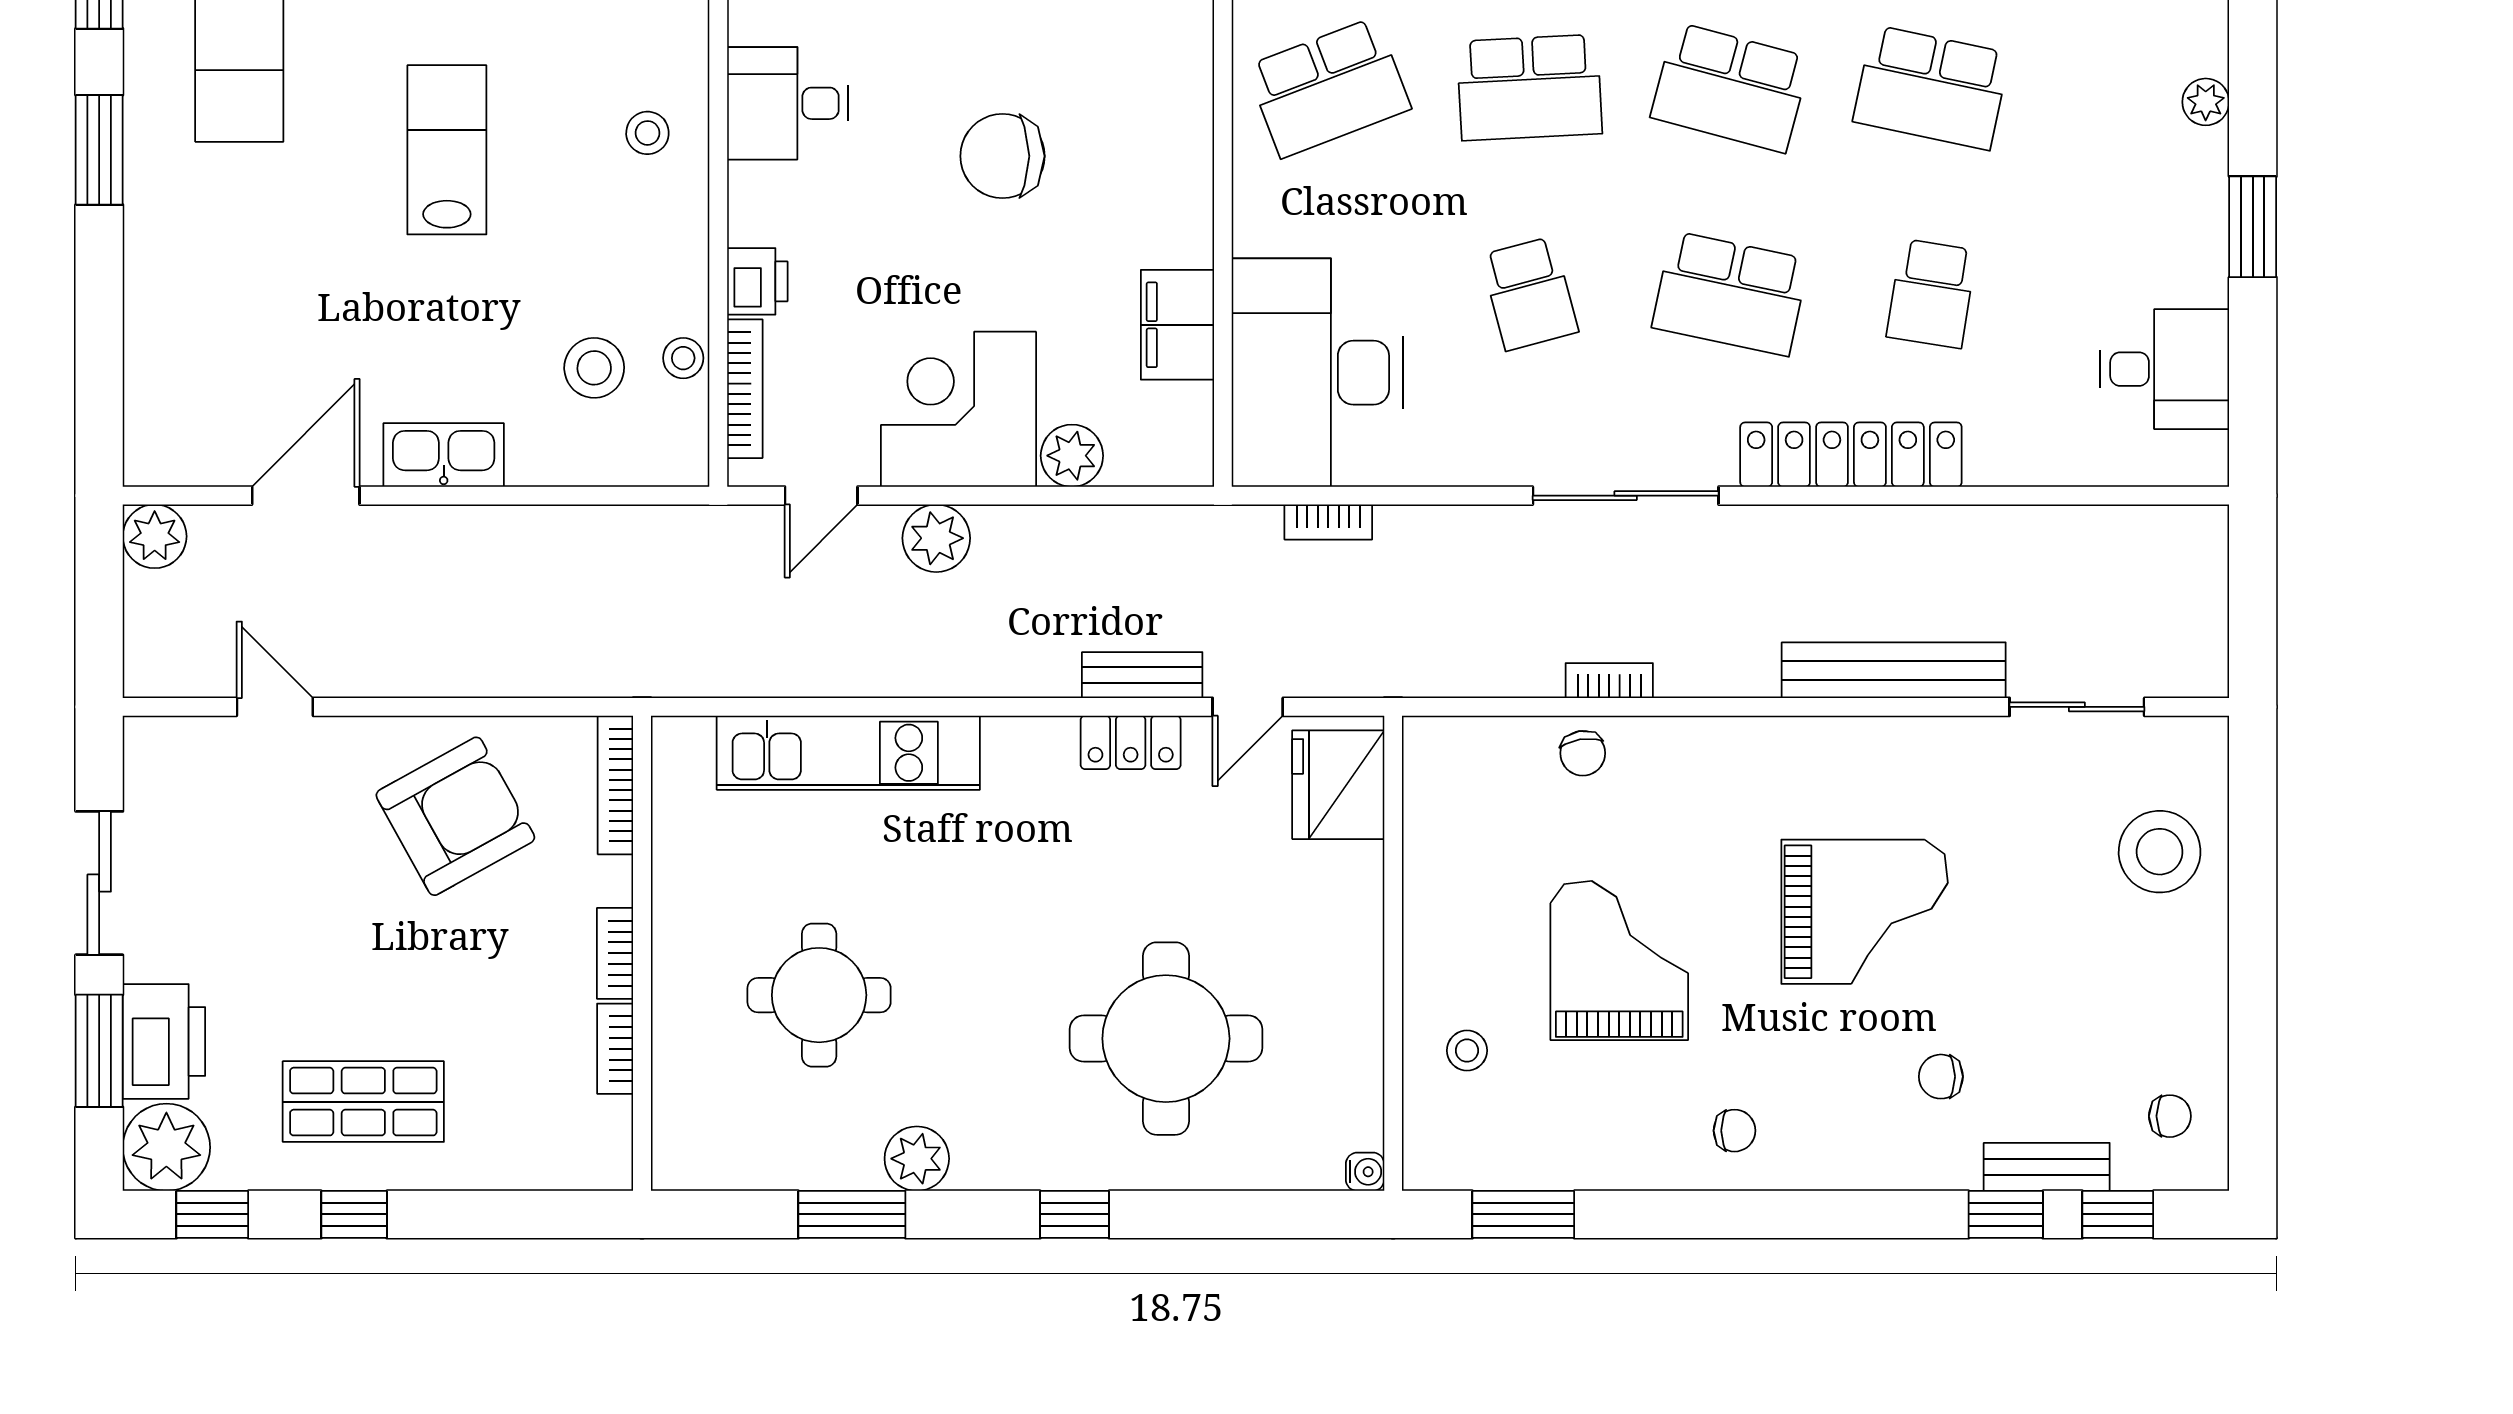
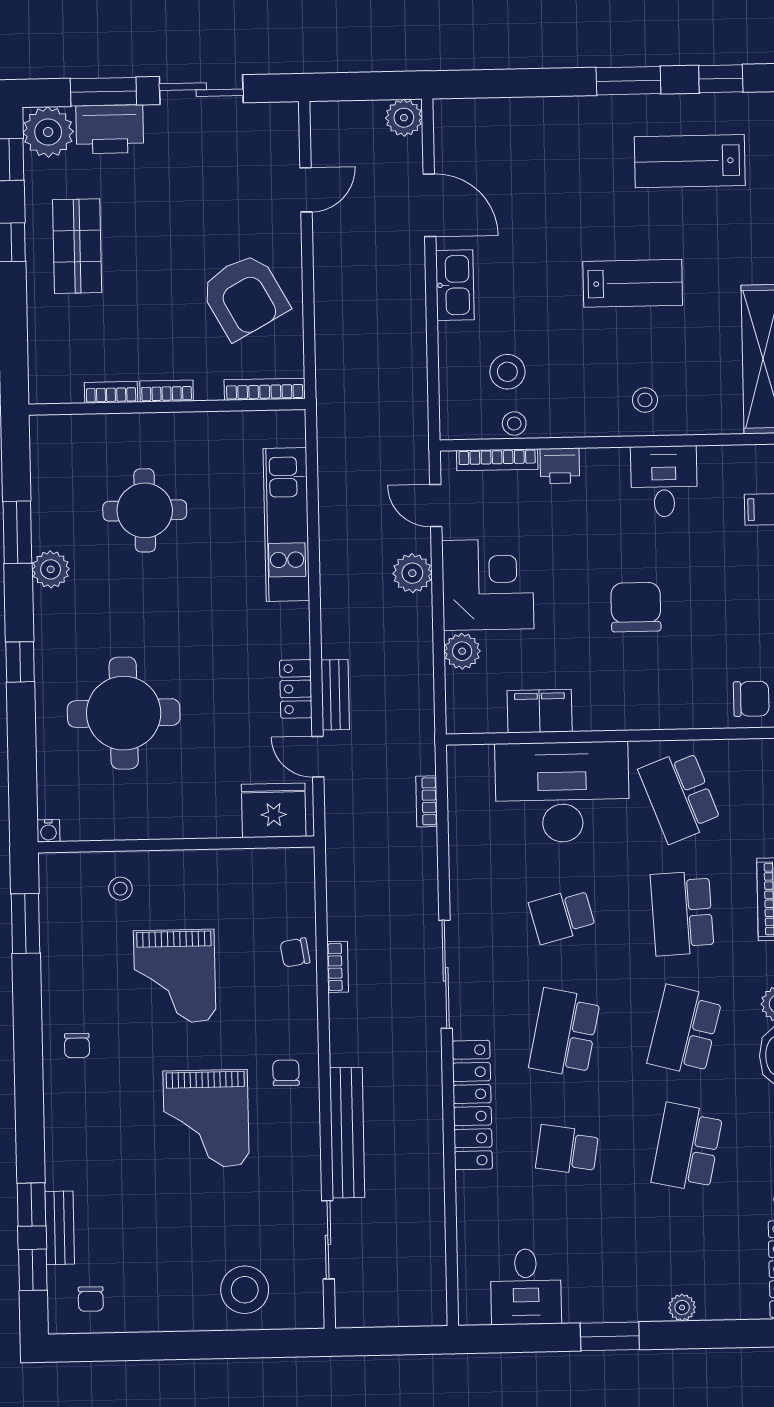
desk: (1317, 373) -> (562, 792), moved
grand piano: (1619, 961) -> (175, 976), turned 90
chair: (1941, 1077) -> (286, 1073), moved

